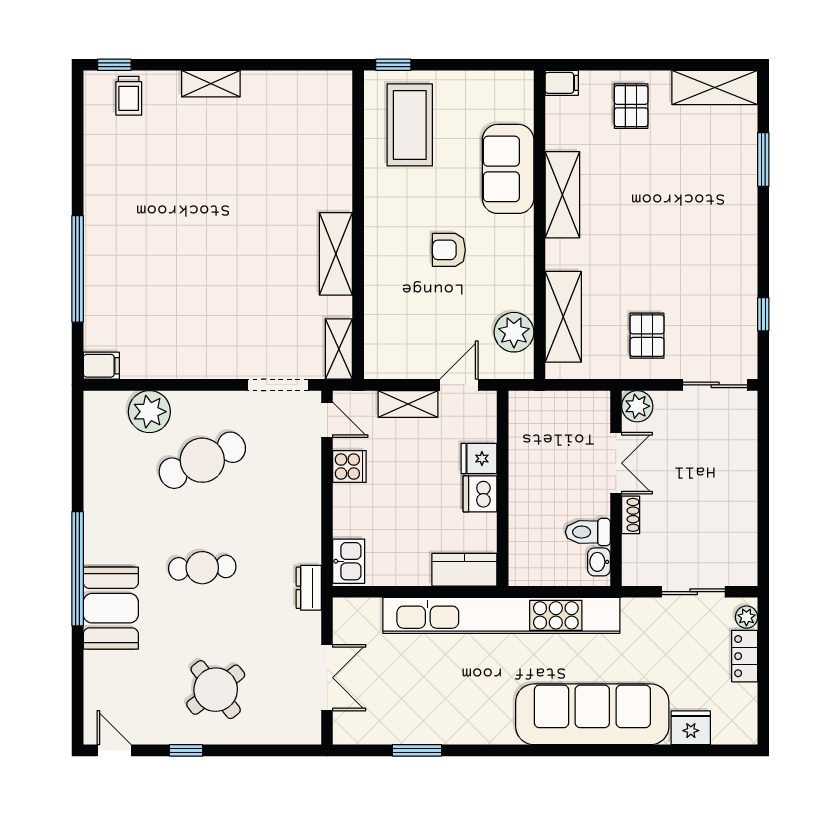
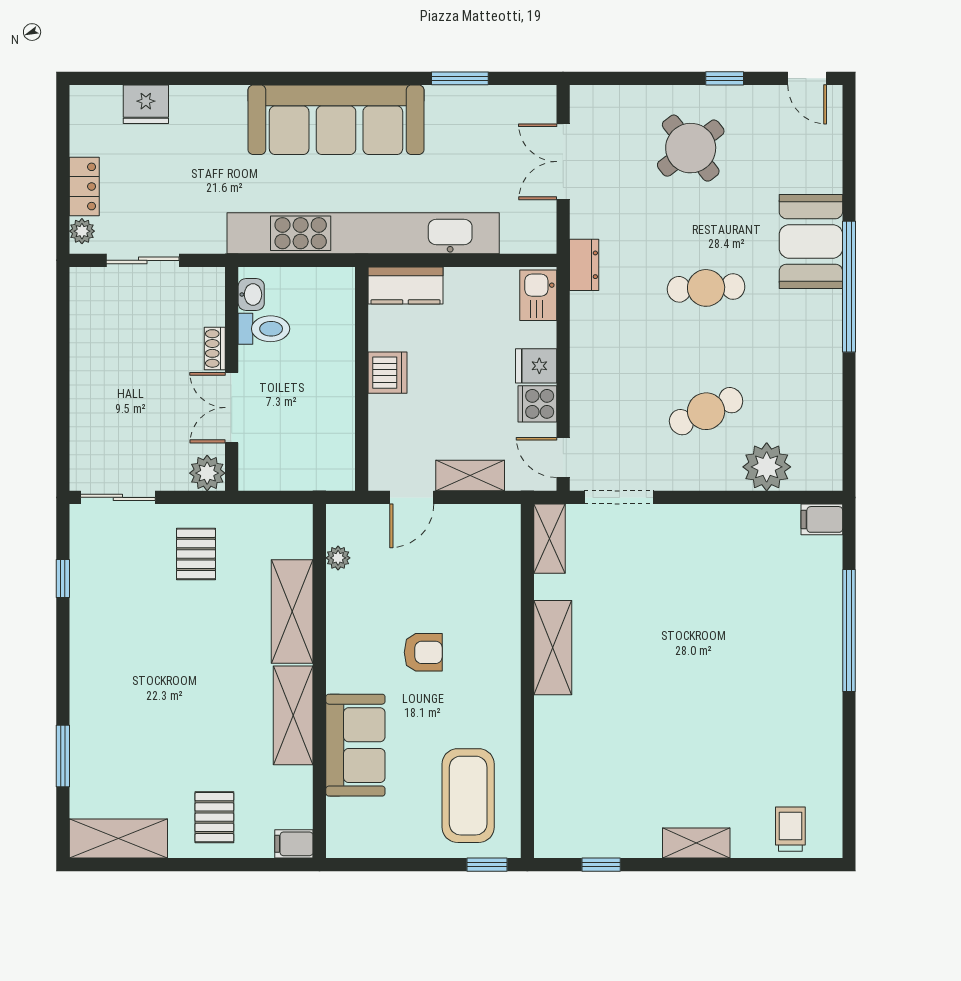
window: (114, 65) -> (601, 865), moved
shelving: (563, 317) -> (292, 611), moved
plant: (514, 332) -> (338, 558), width x0.53, depth x0.53
fridge: (479, 459) -> (536, 366), moved, turned 180
cafe table: (202, 460) -> (706, 411), width x0.73, depth x0.74
sofa: (592, 714) -> (336, 120), moved

